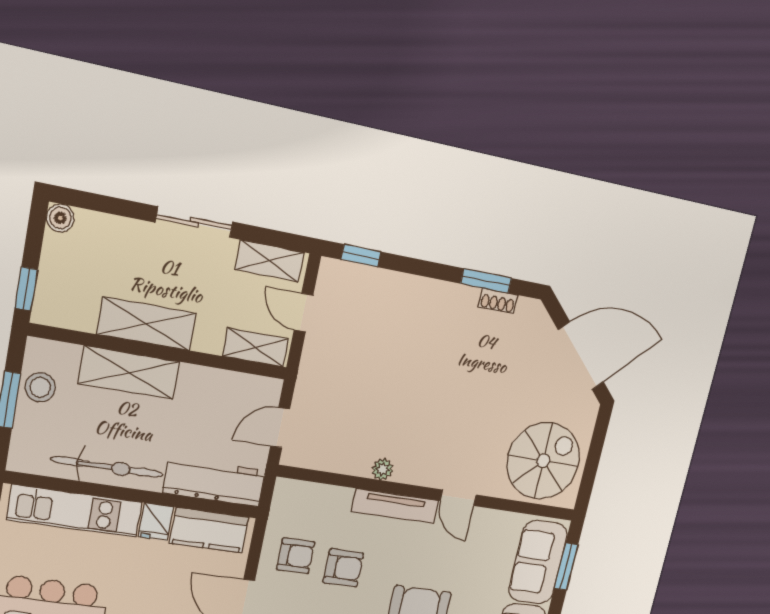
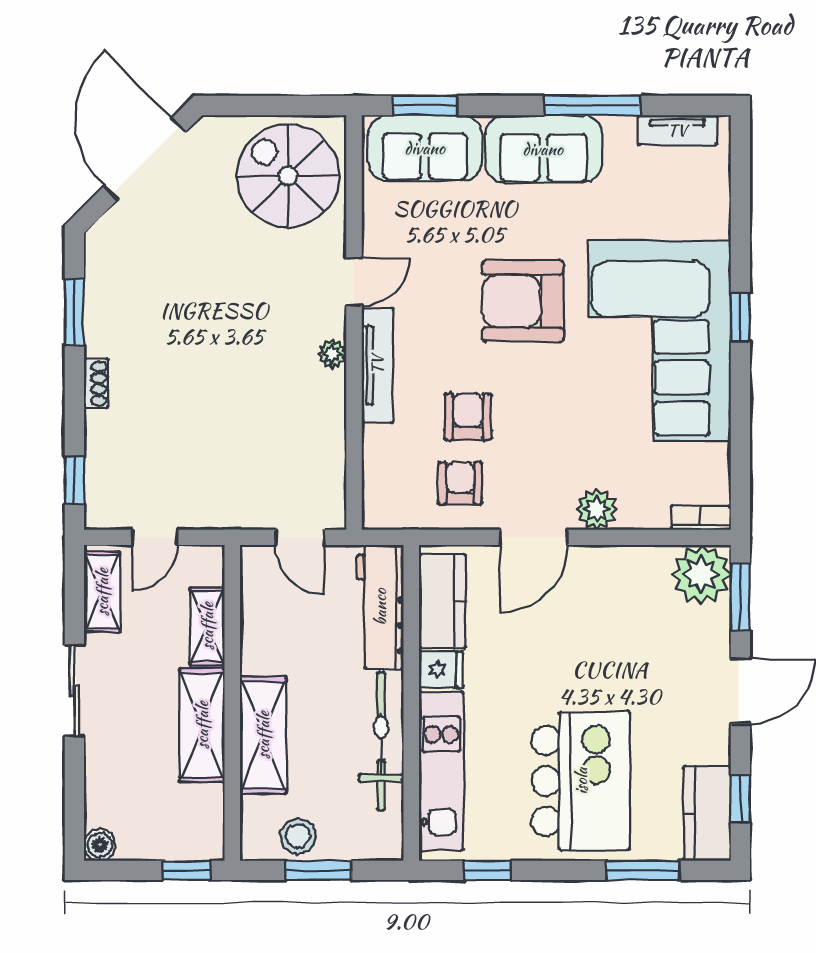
shoe rack: (498, 301) -> (96, 383), moved
shelving: (255, 347) -> (207, 626), moved
plant: (383, 469) -> (332, 354), moved

